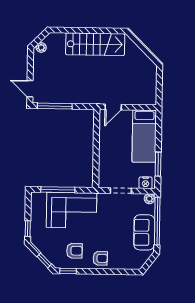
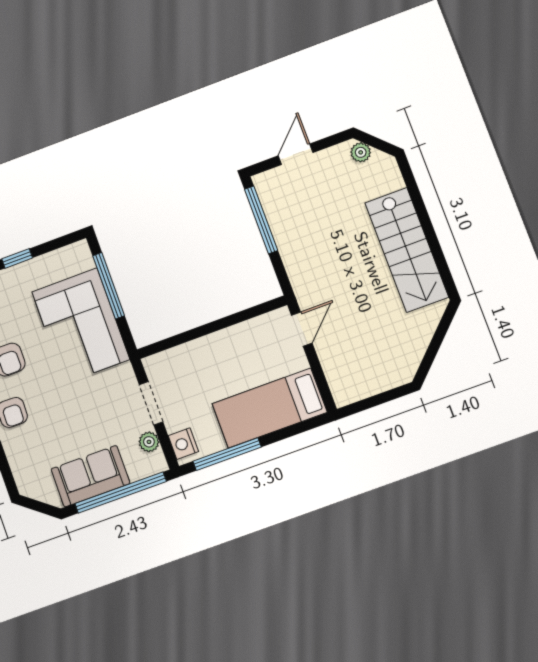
door: (30, 89) -> (296, 154), moved
door: (113, 107) -> (302, 329), swing flipped
window: (158, 164) -> (227, 454), width x1.44
plant: (149, 199) -> (149, 442), moved

